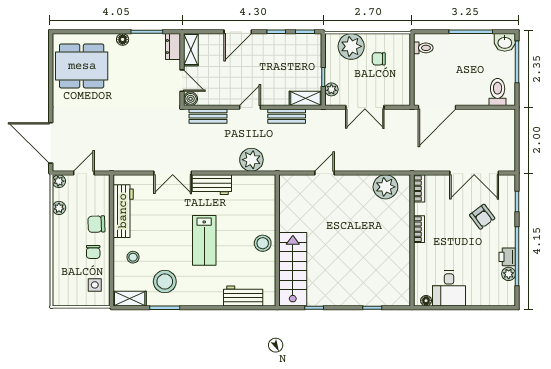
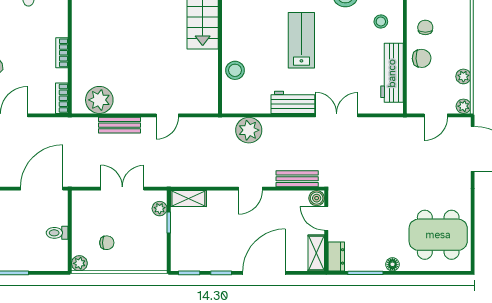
door: (238, 32) -> (264, 273), width x1.36
plant: (351, 46) -> (79, 263), moved, width x0.53, depth x0.53
toilet: (423, 48) -> (57, 233), moved
bench: (287, 116) -> (120, 125), moved
stool: (263, 243) -> (235, 70), moved

